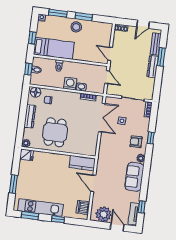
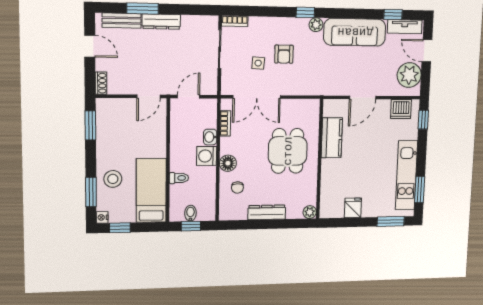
window: (84, 17) -> (90, 125), moved
stool: (76, 27) -> (113, 179), moved
window: (32, 38) -> (120, 228), moved
floor lamp: (36, 92) -> (228, 163), moved
double door: (102, 118) -> (257, 97), swing flipped
dining table: (55, 132) -> (288, 151), moved, turned 90
window: (151, 138) -> (305, 12), moved
armchair: (136, 142) -> (284, 54), moved
fridge: (27, 155) -> (353, 208), moved
kitchen counter: (82, 163) -> (332, 138), moved
sofa: (134, 177) -> (355, 32), width x1.36
window: (13, 184) -> (391, 221), moved
window: (58, 219) -> (423, 120), moved
door: (117, 227) -> (427, 51), hinge flipped

